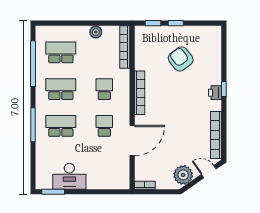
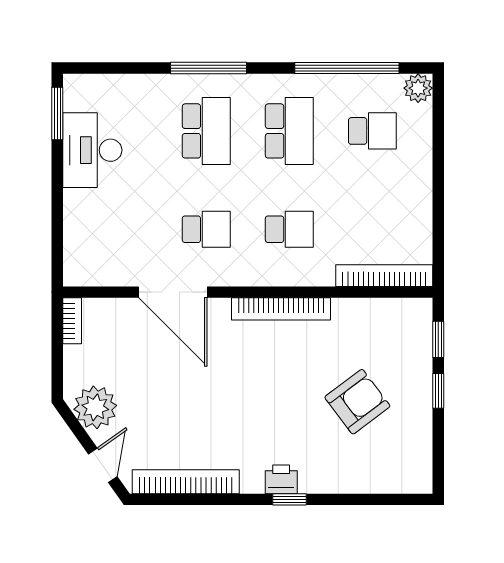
plant: (96, 32) -> (418, 88), moved
school desk: (61, 52) -> (372, 131), width x0.54

